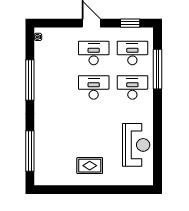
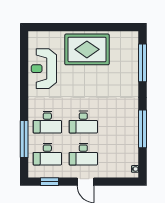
rug: (90, 166) -> (87, 49), width x1.86, depth x2.06

